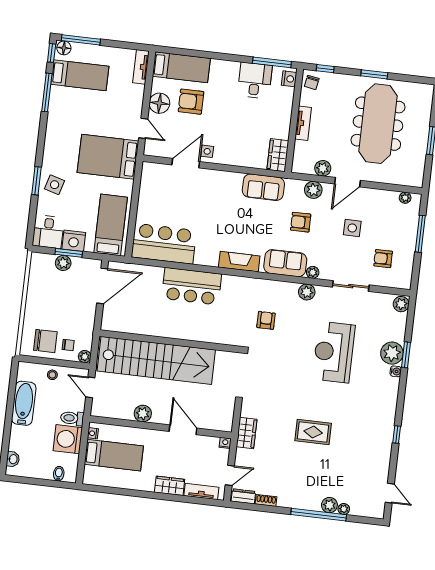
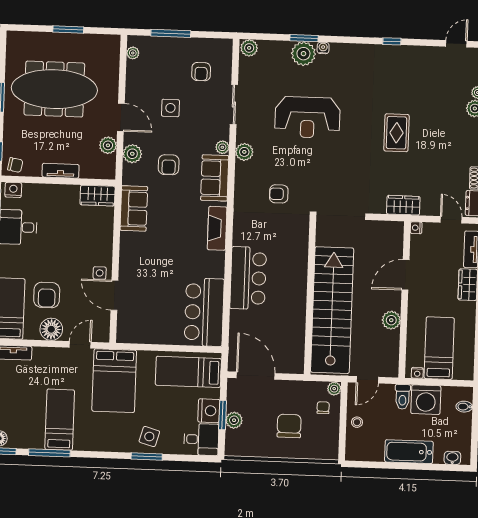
bed: (80, 75) -> (60, 420), moved
chair: (45, 341) -> (289, 426), moved
bathtub: (24, 403) -> (409, 452), moved

